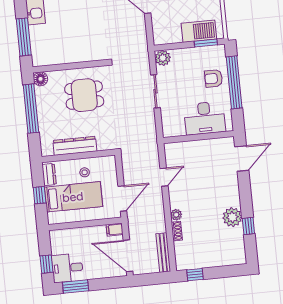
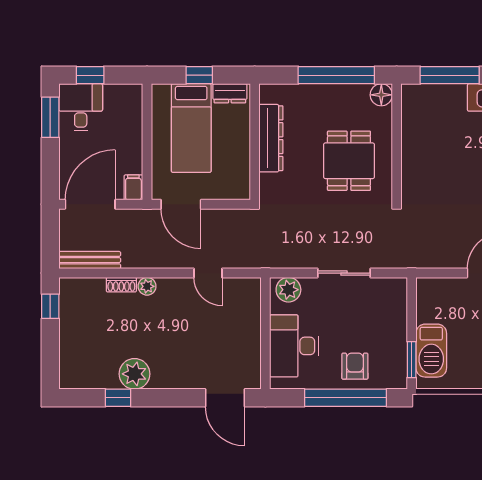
plant: (163, 58) -> (288, 290), moved
stool: (85, 172) -> (228, 149), removed

